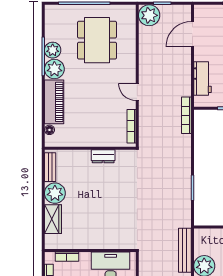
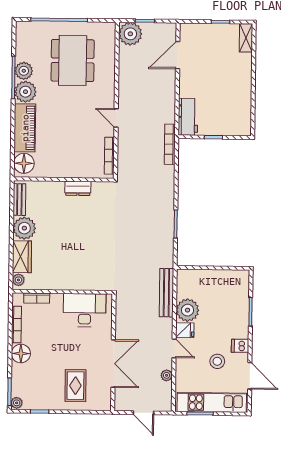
workbench: (203, 79) -> (188, 117), moved
floor lamp: (49, 130) -> (24, 163), width x1.89, depth x1.89
plant: (50, 240) -> (18, 280), added

